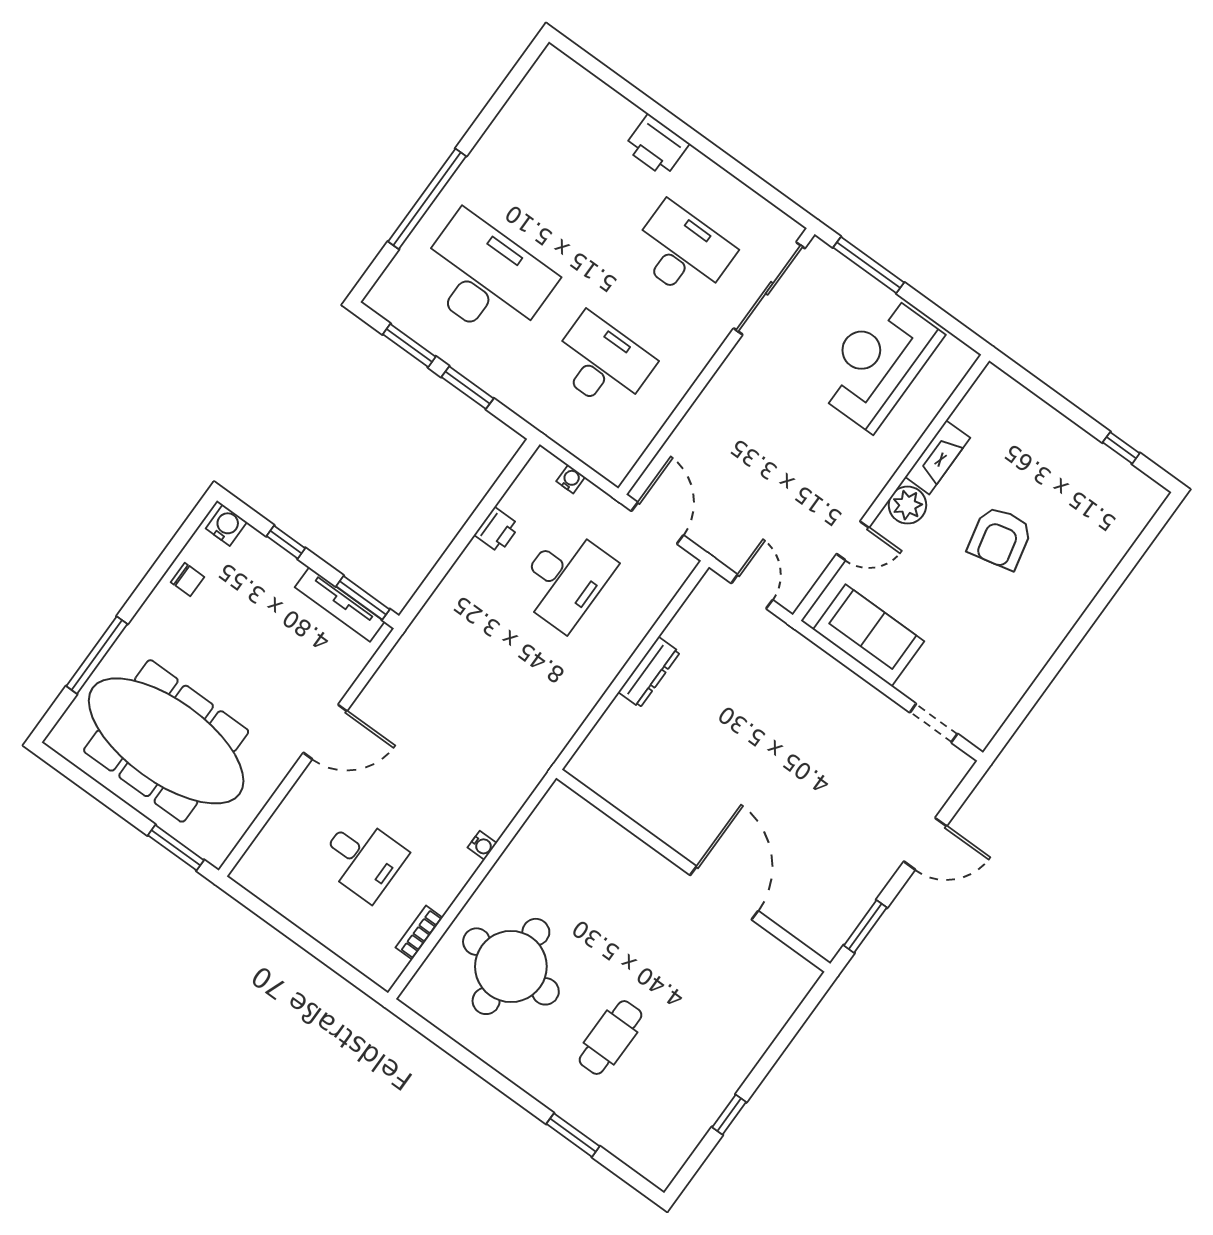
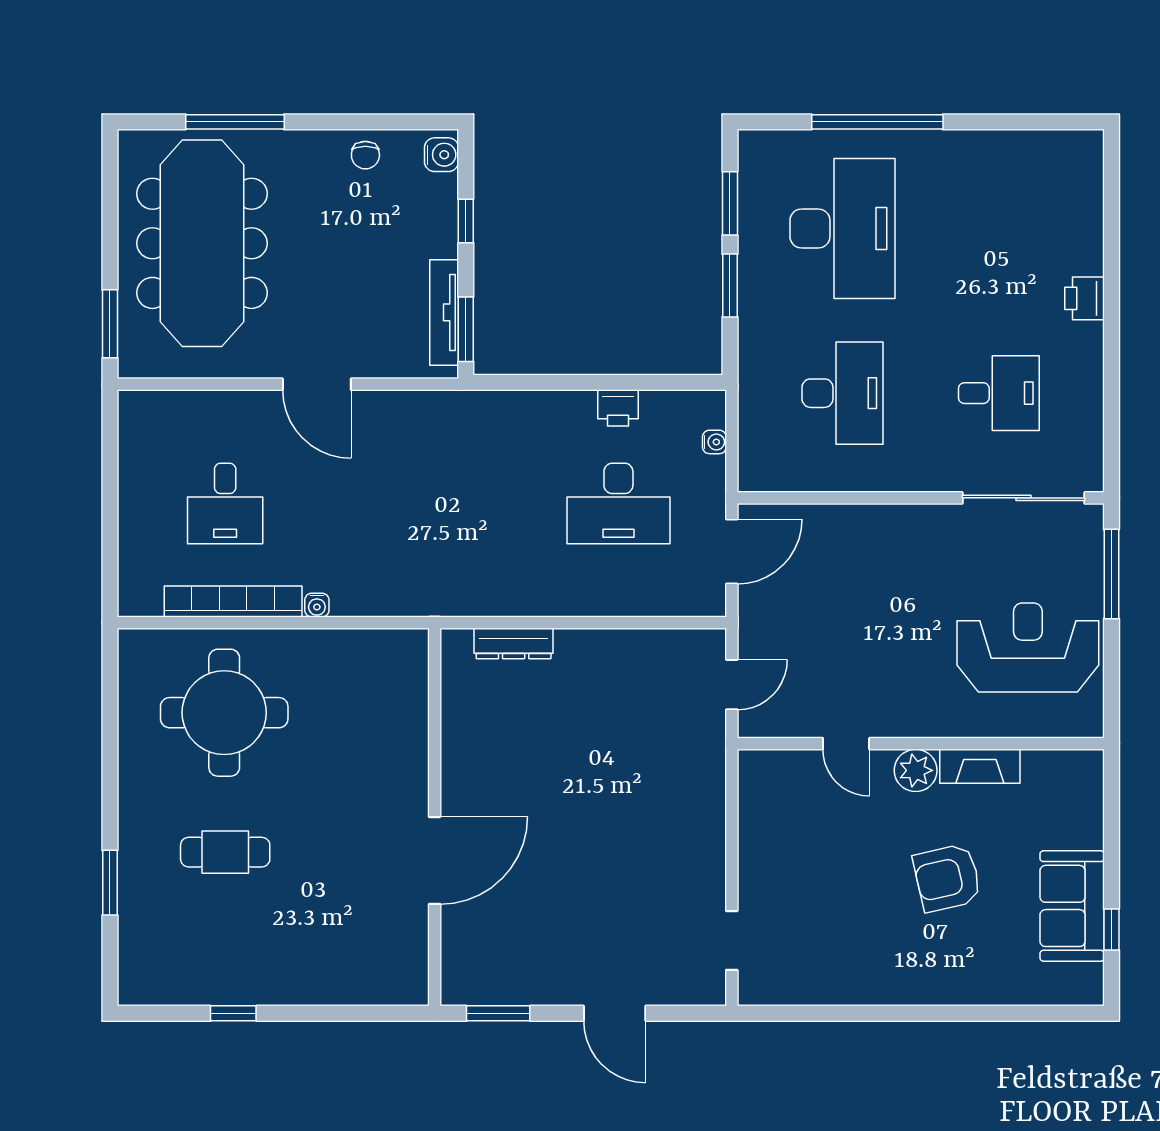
printer: (657, 146) -> (1084, 298), width x0.73, depth x0.81
desk: (682, 252) -> (999, 393), width x0.73
sofa: (869, 635) -> (1072, 906), moved, turned 180
dresser: (649, 672) -> (514, 644), moved
bookcase: (419, 933) -> (233, 602), width x2.31, depth x1.31

